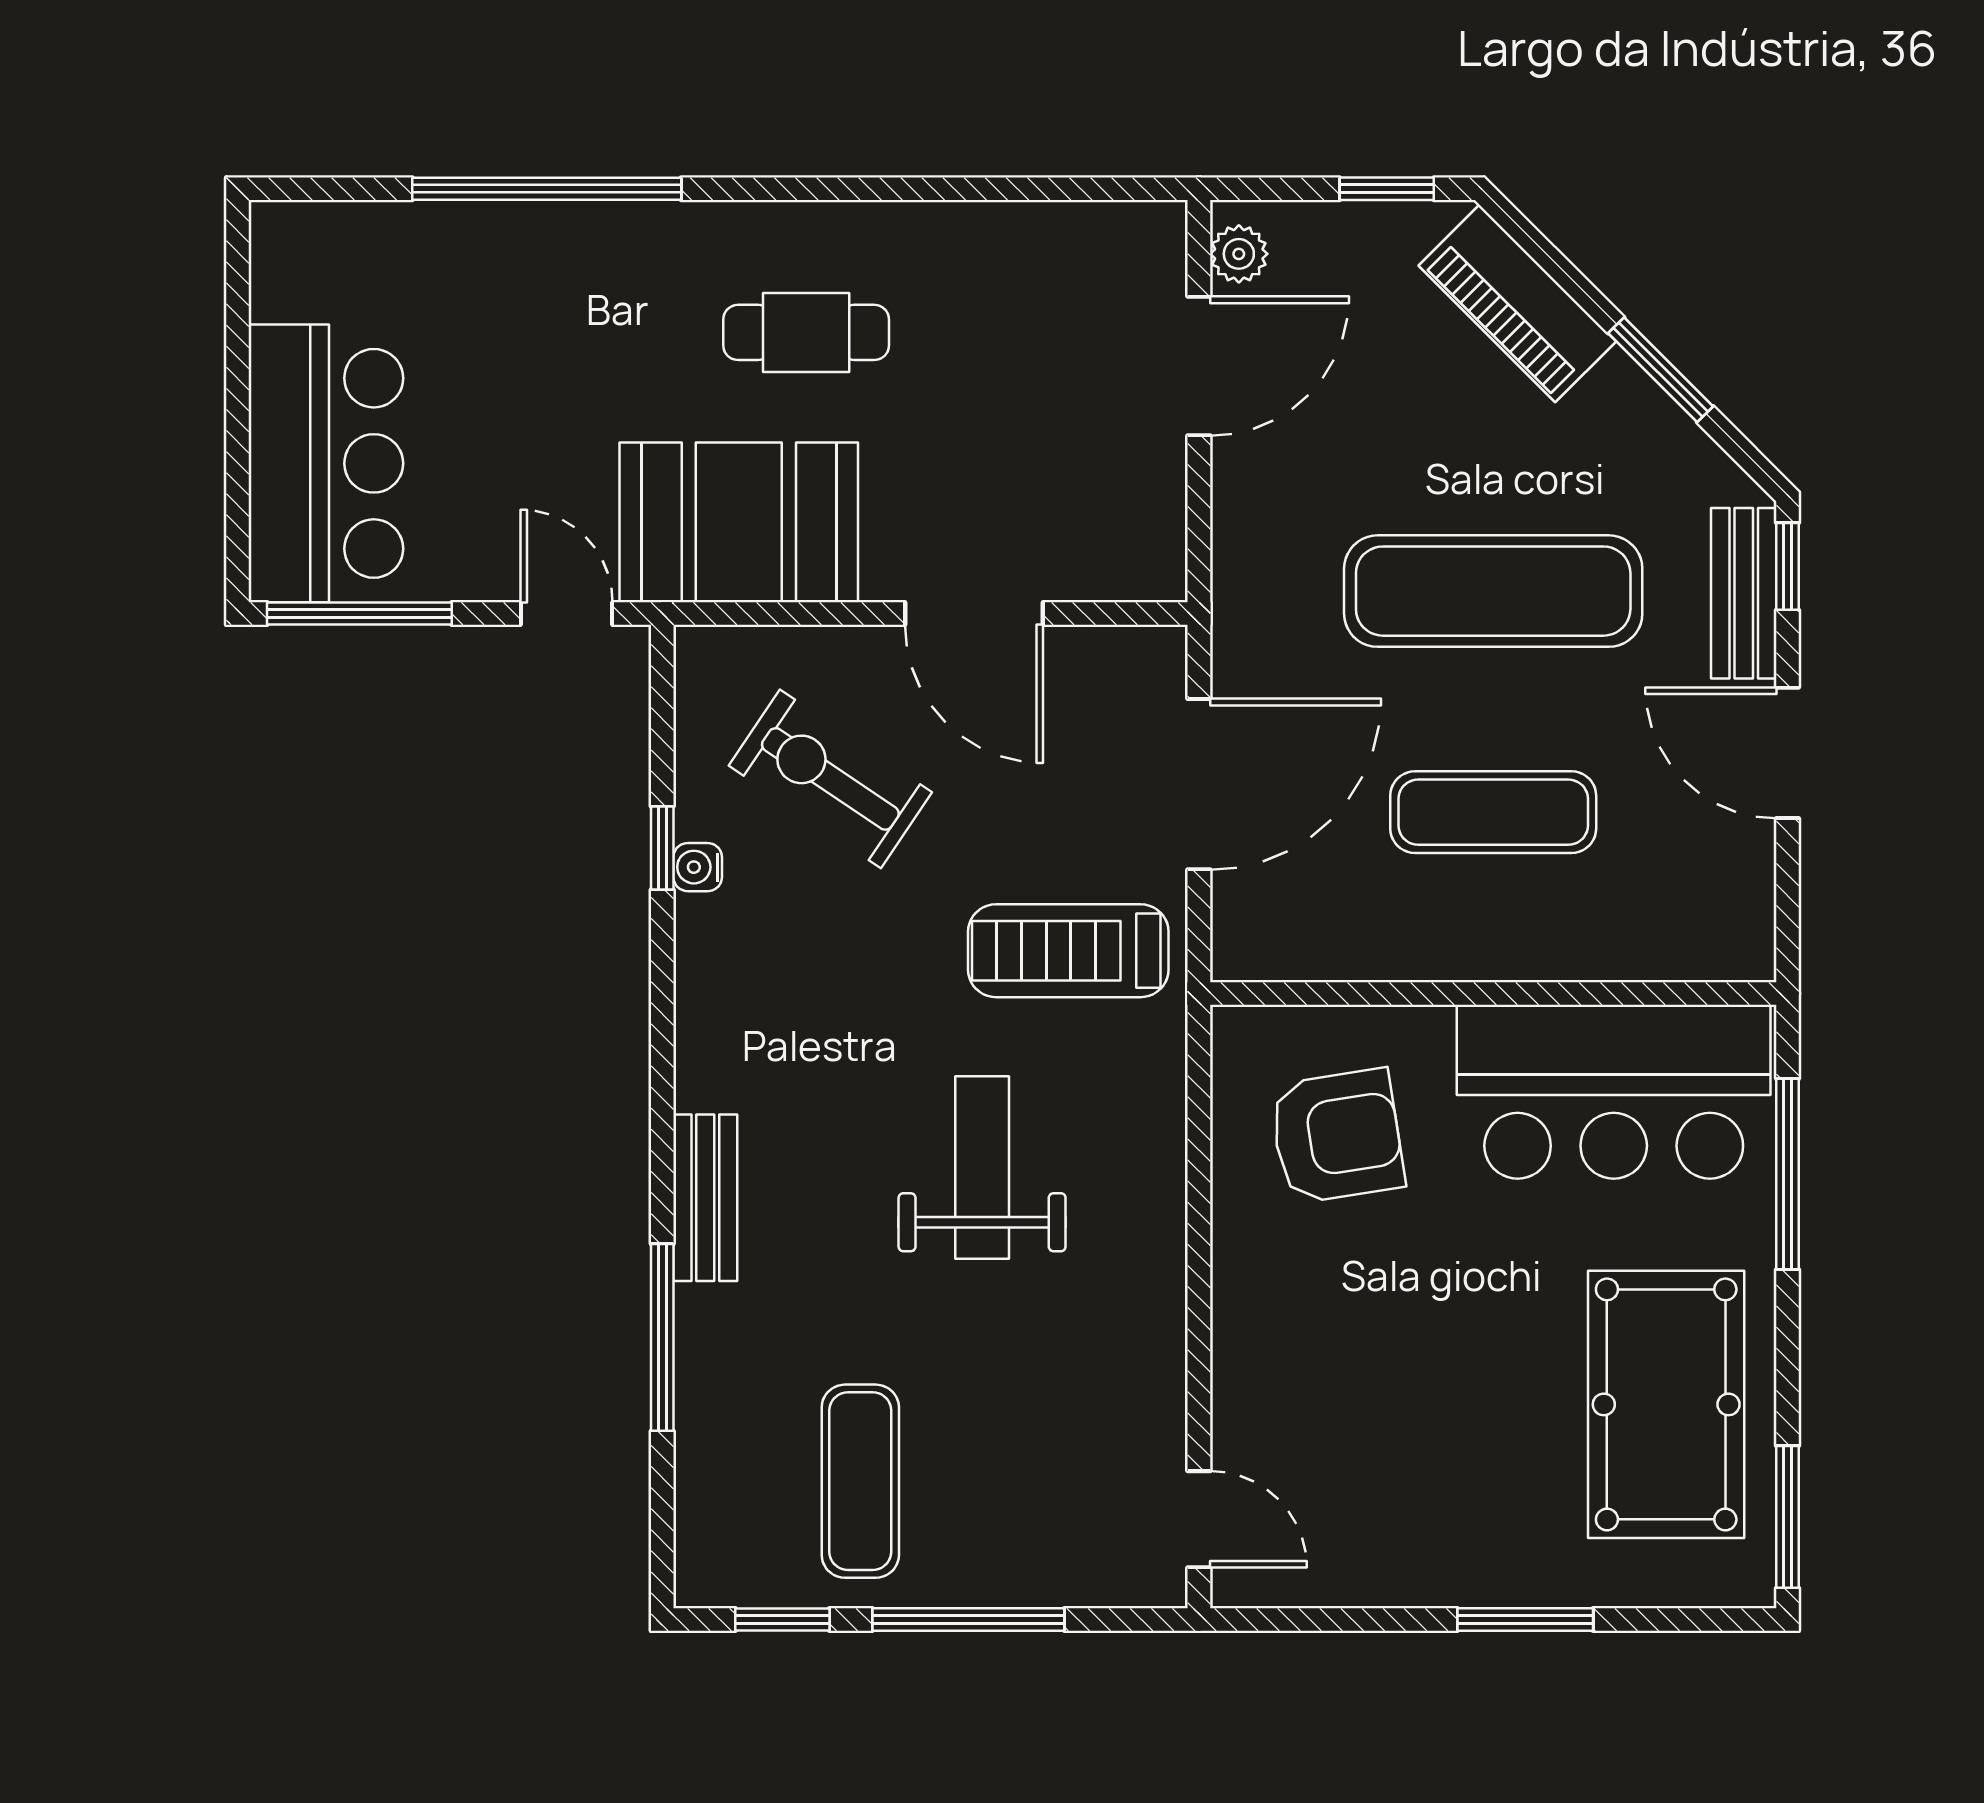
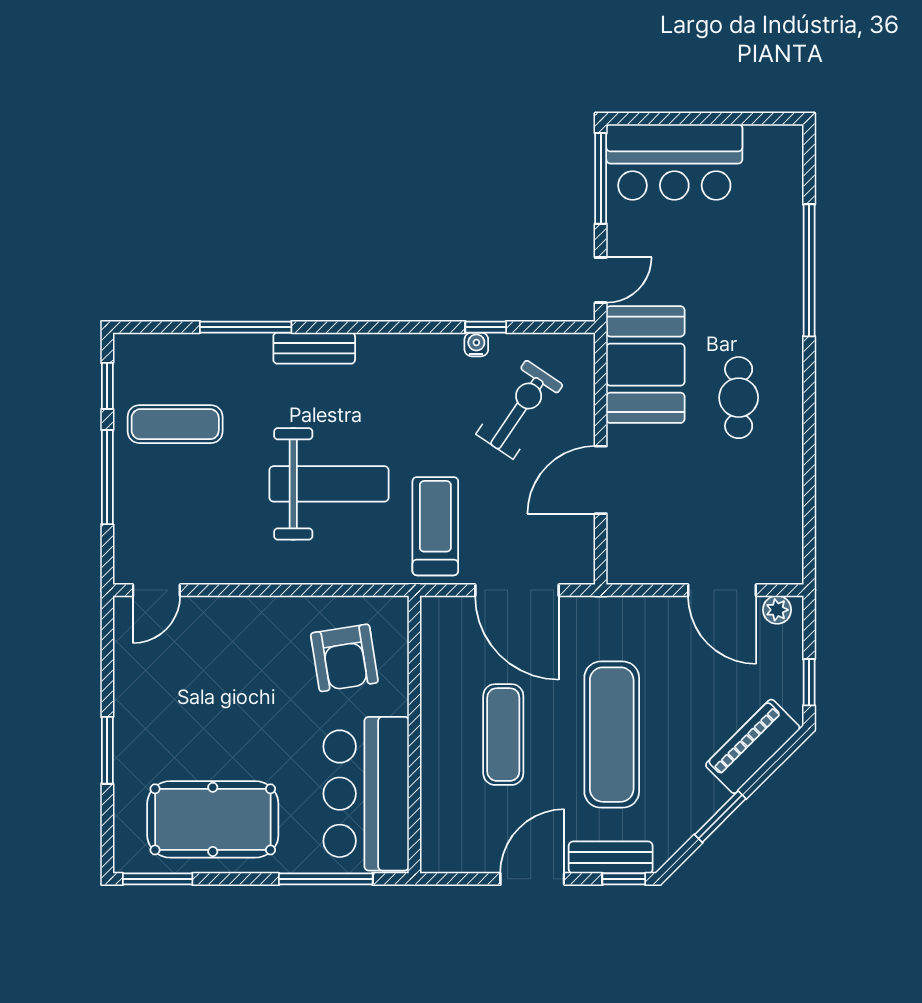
weight bench: (982, 1167) -> (329, 484), width x1.36, depth x1.33

